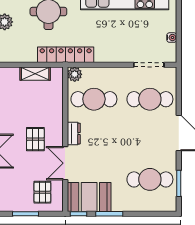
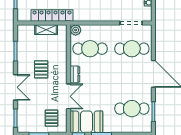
locker: (66, 55) -> (52, 15), moved
pallet: (35, 139) -> (41, 69), moved
double door: (65, 163) -> (69, 96), swing flipped

